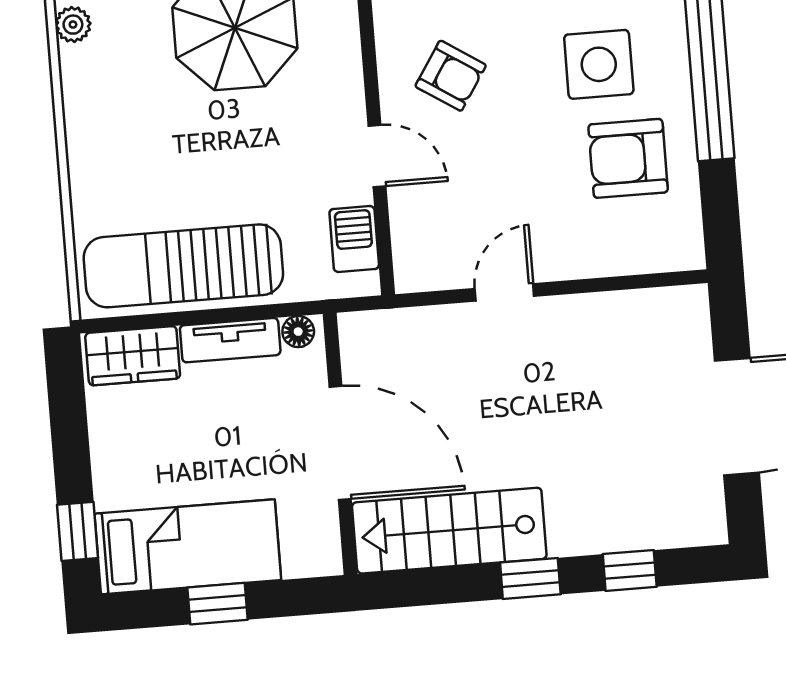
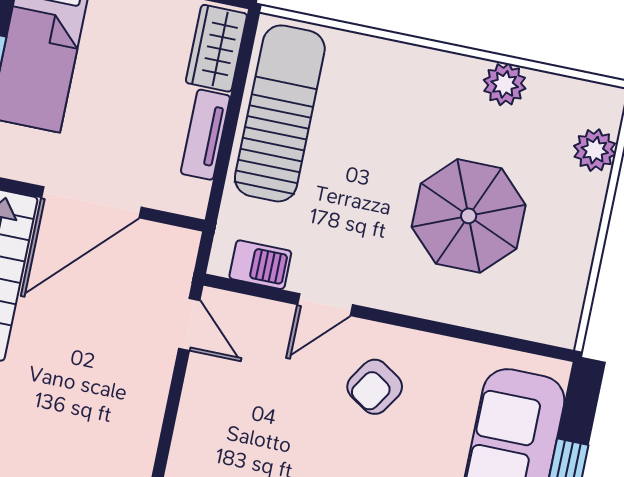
plant: (73, 25) -> (505, 84), width x1.38, depth x1.38
door: (504, 292) -> (189, 324), moved
floor lamp: (298, 332) -> (196, 194), removed

